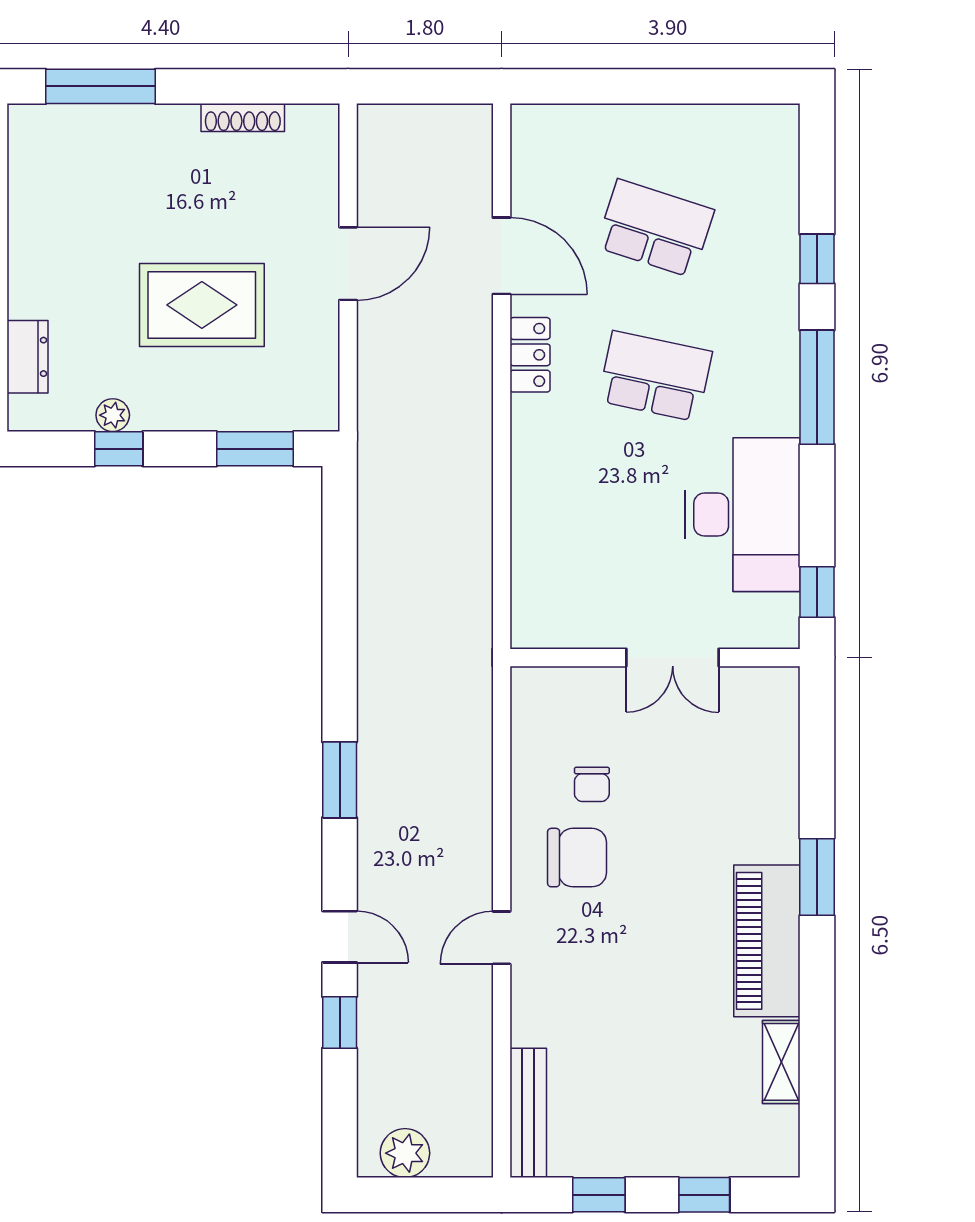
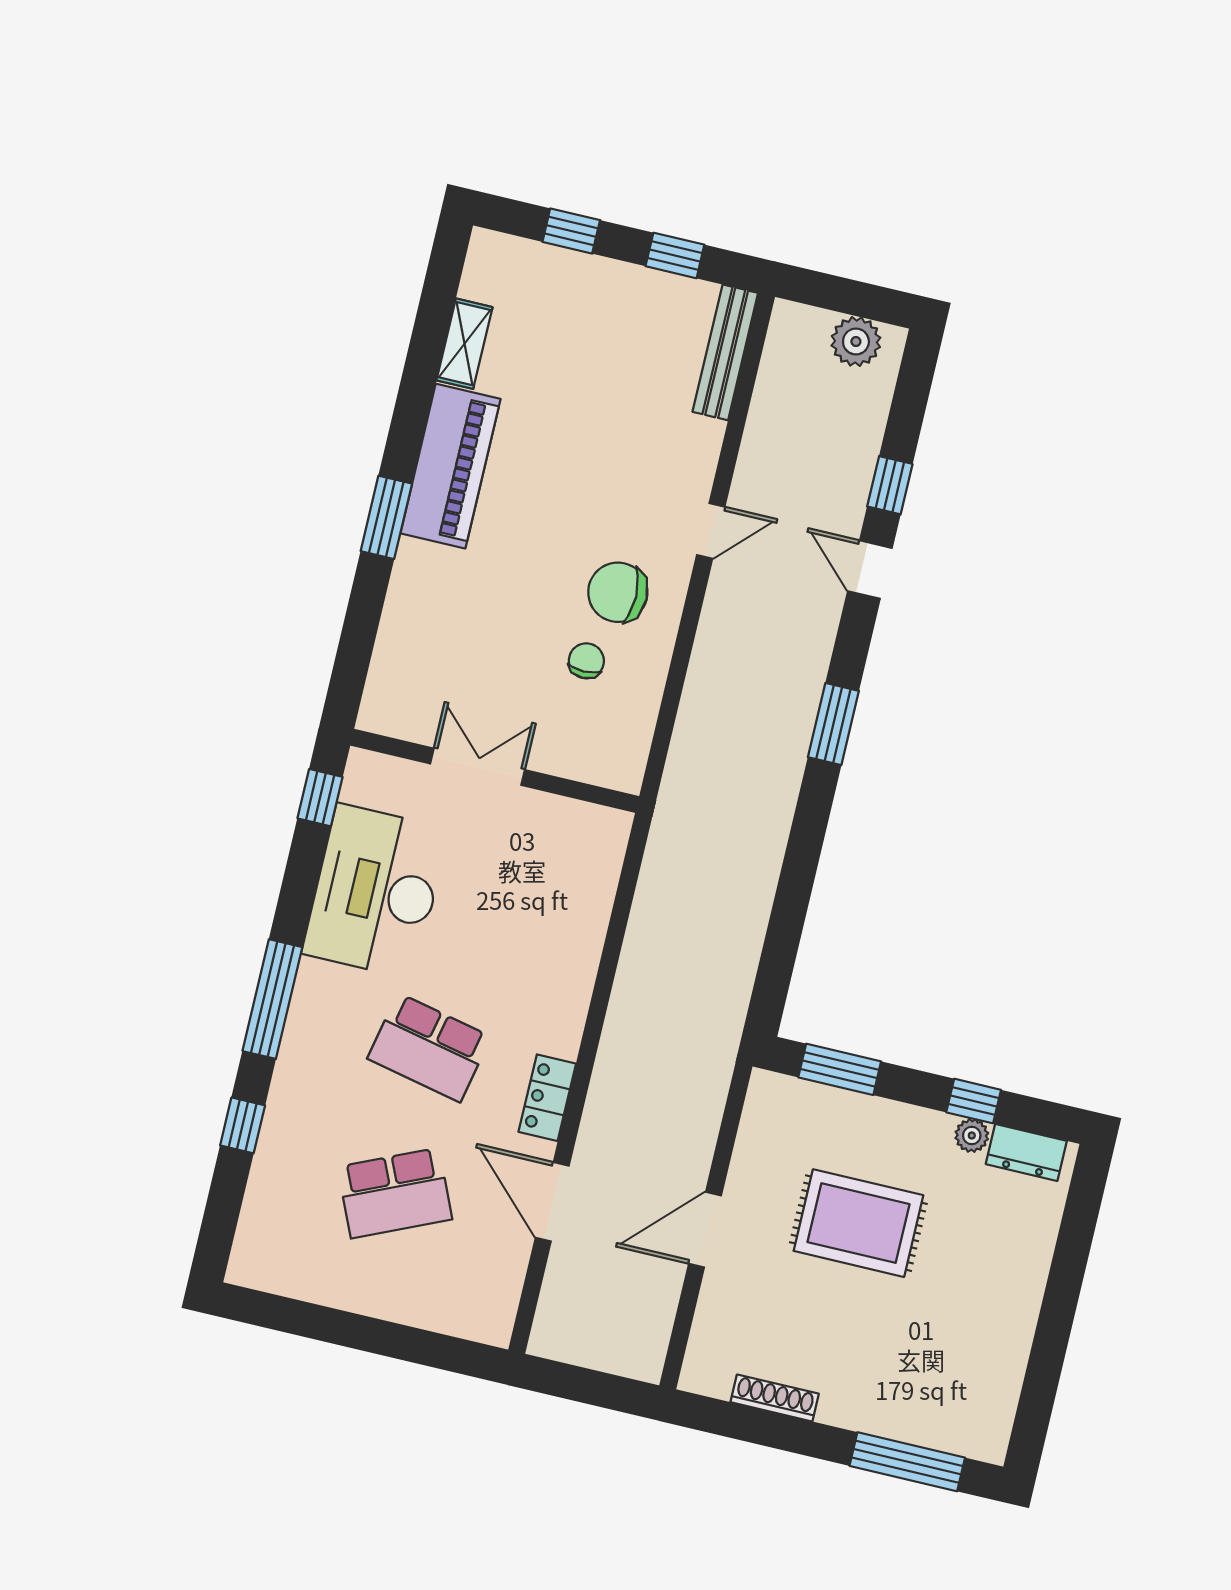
school desk: (655, 228) -> (395, 1193), turned -42
dresser: (28, 357) -> (1026, 1152), moved, turned -90

